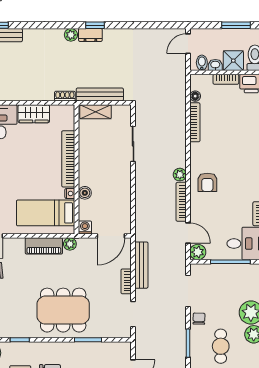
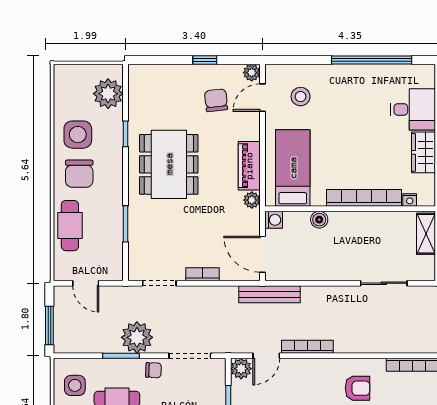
plant: (180, 175) -> (137, 337), moved, width x1.87, depth x1.87
armchair: (207, 182) -> (357, 388), moved, turned 180
nightstand: (70, 193) -> (410, 200), moved
bench: (141, 265) -> (270, 294), moved
dining table: (63, 310) -> (169, 164), moved

